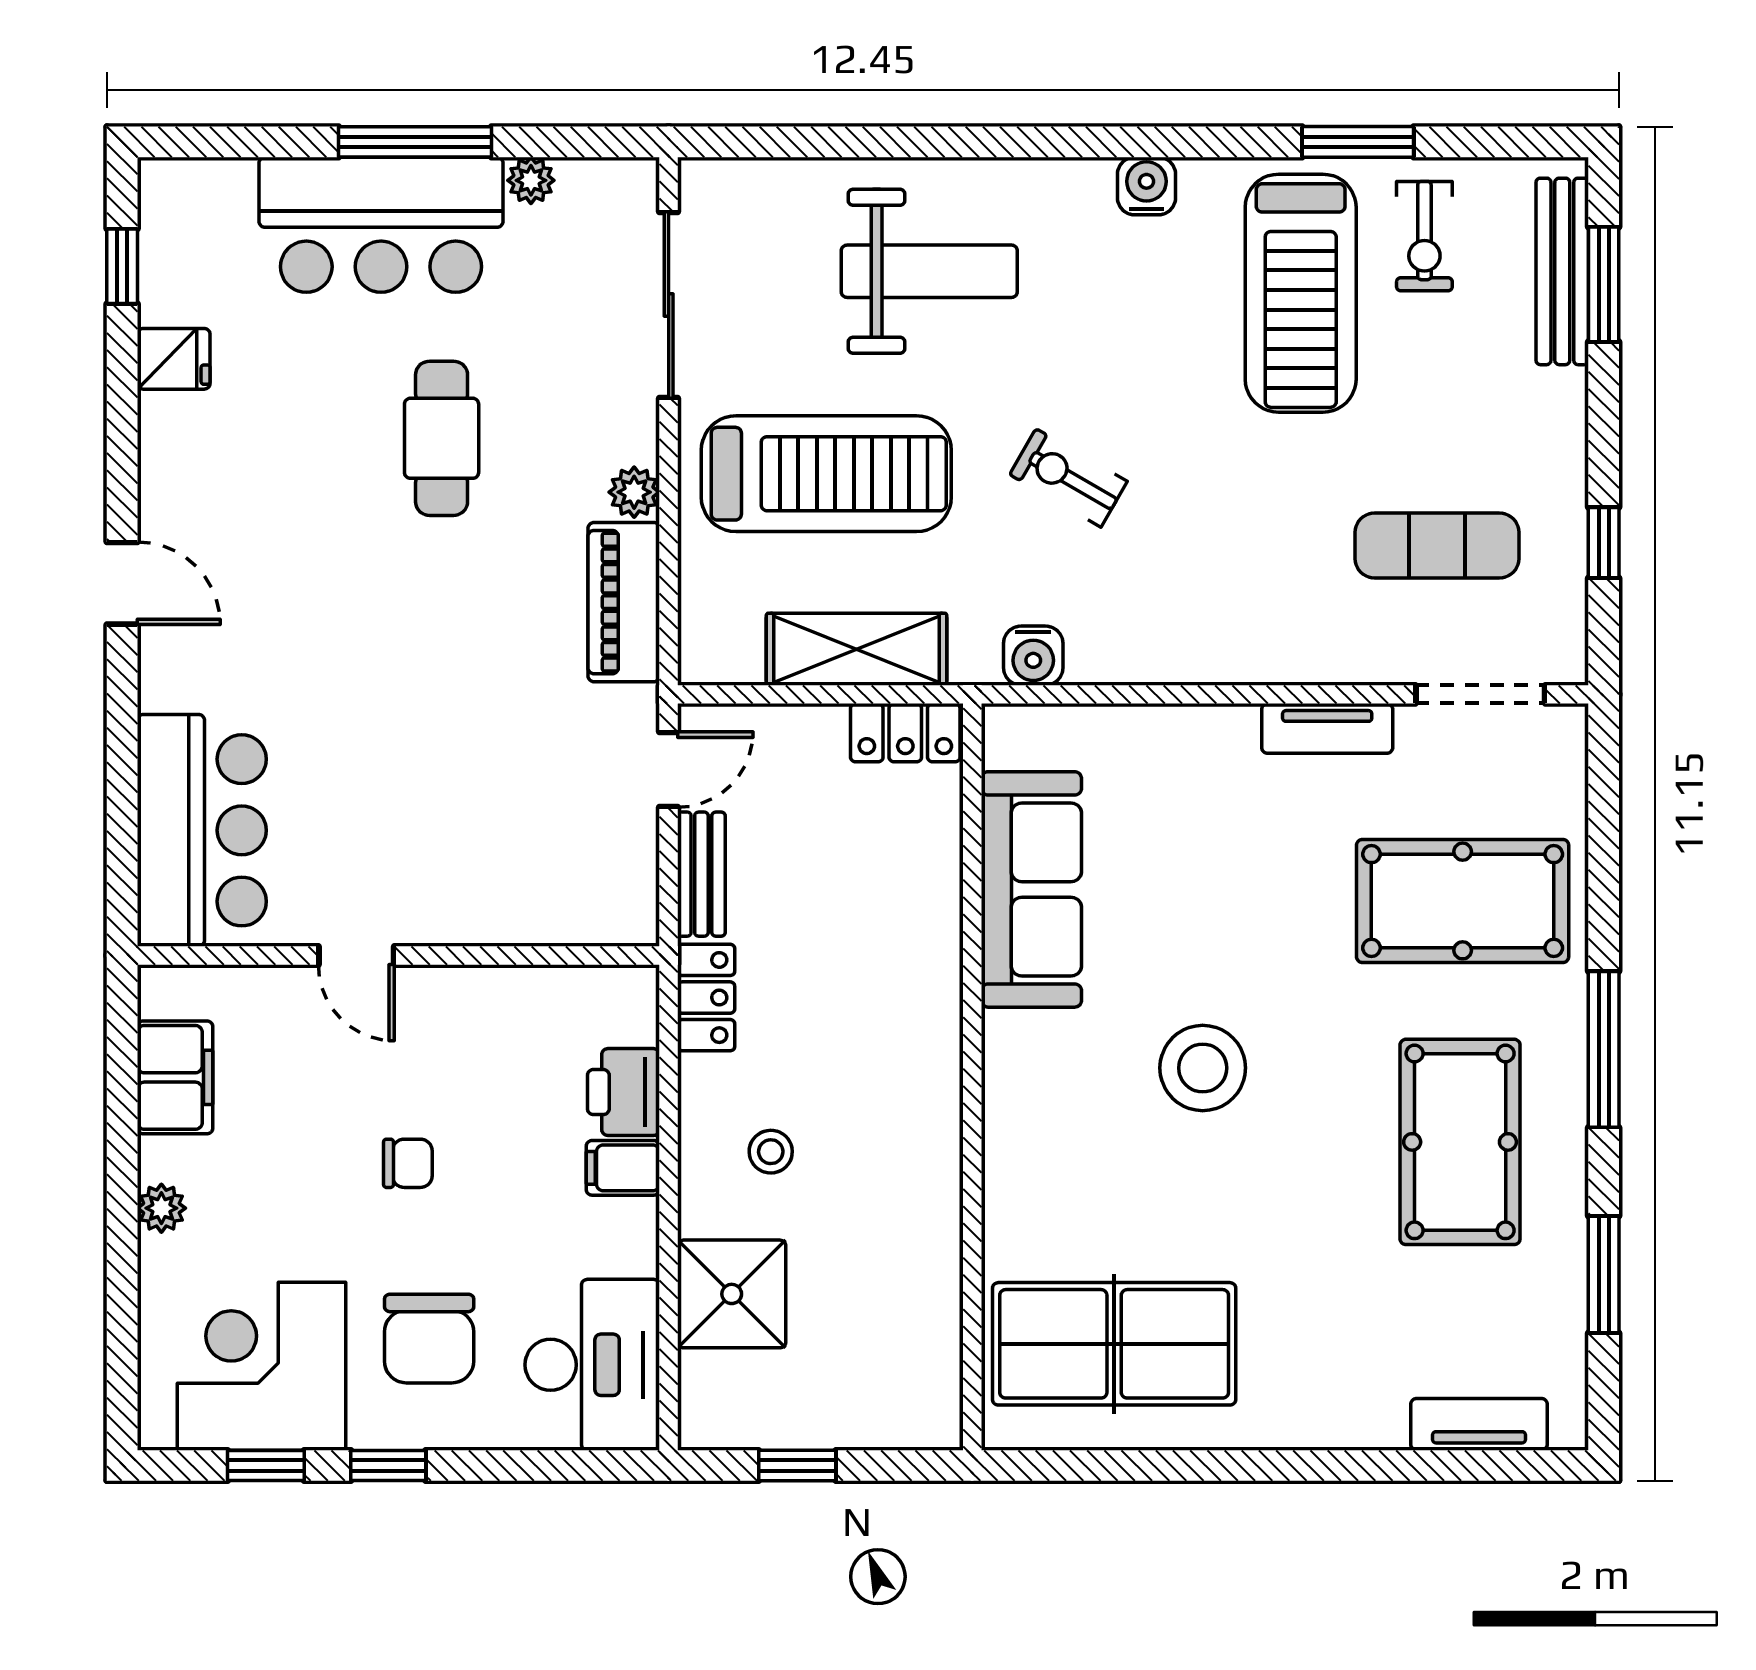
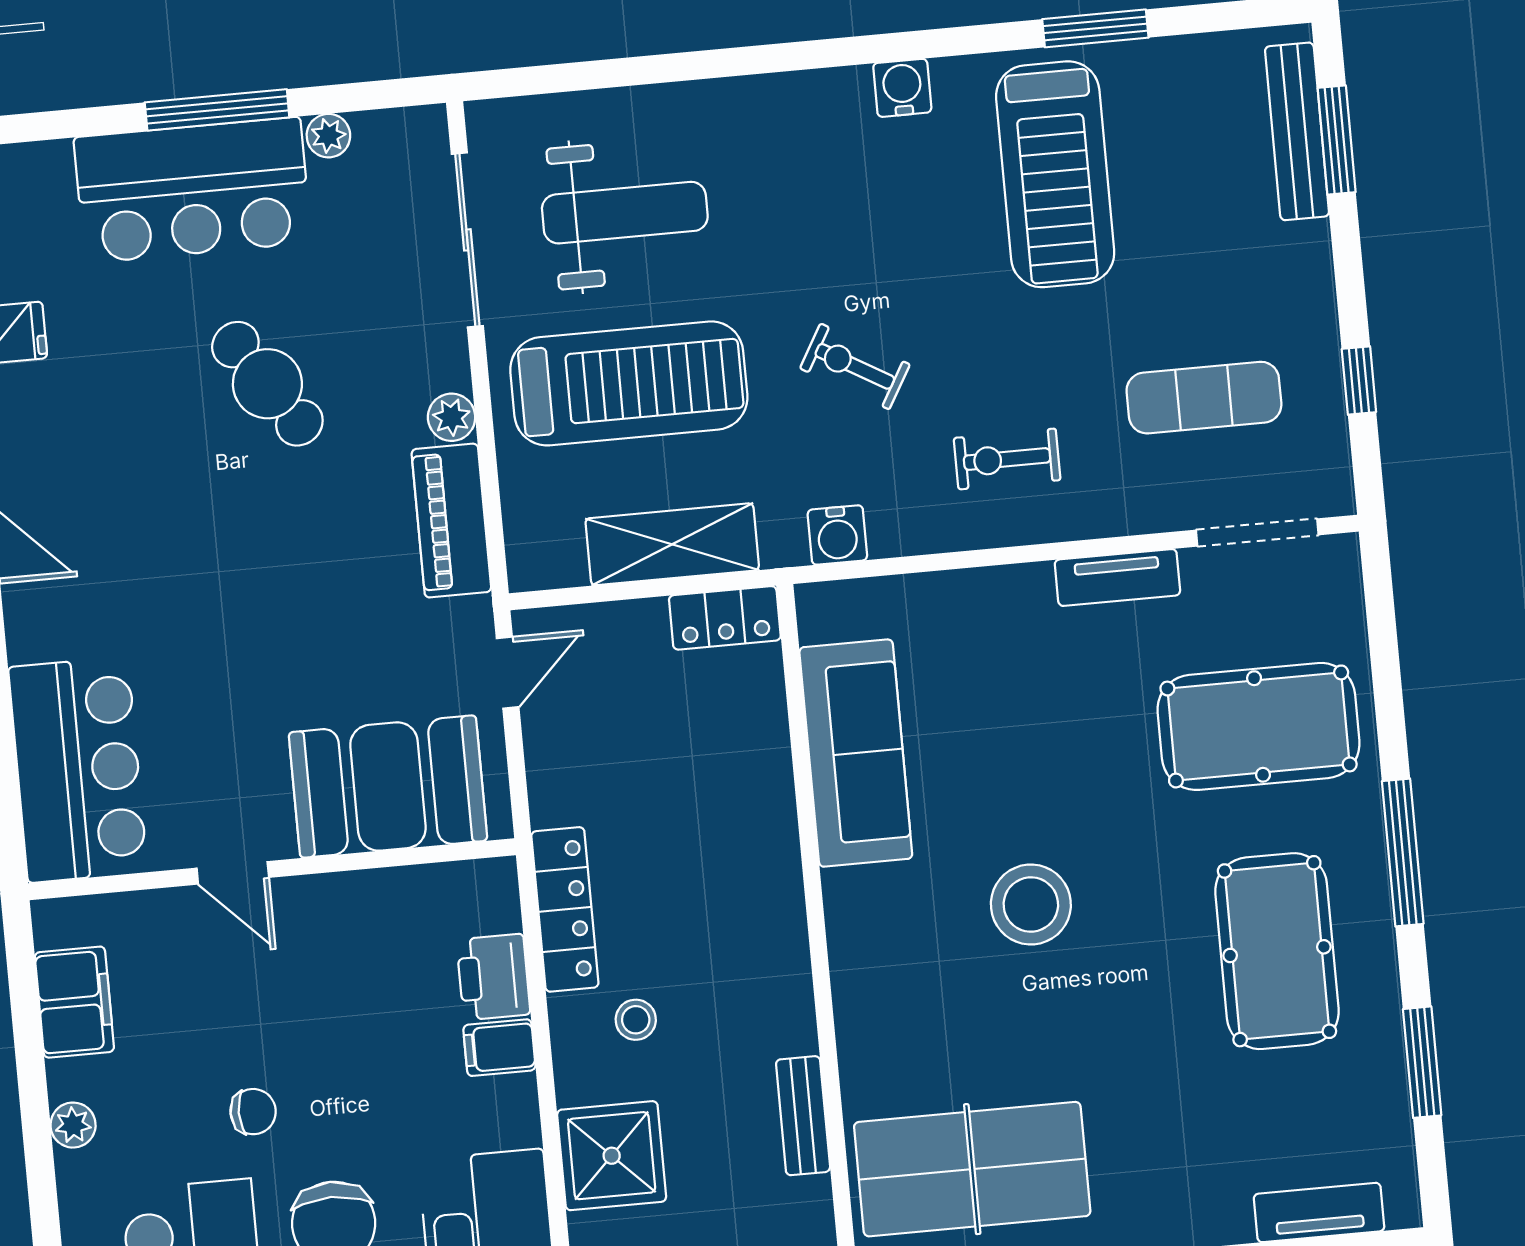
exercise bike: (1424, 236) -> (1007, 459), moved, turned 90
weight bench: (929, 271) -> (625, 213), moved
cafe table: (442, 438) -> (267, 384), turned -34
bench: (701, 874) -> (803, 1116), moved
booth: (530, 879) -> (388, 786), added
locker: (706, 998) -> (565, 909), width x1.53
chair: (408, 1163) -> (253, 1112), moved

